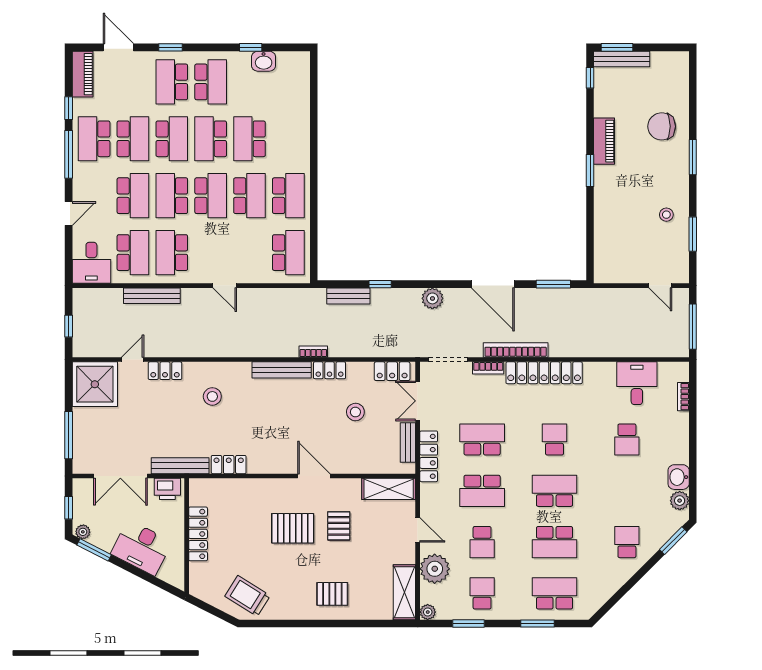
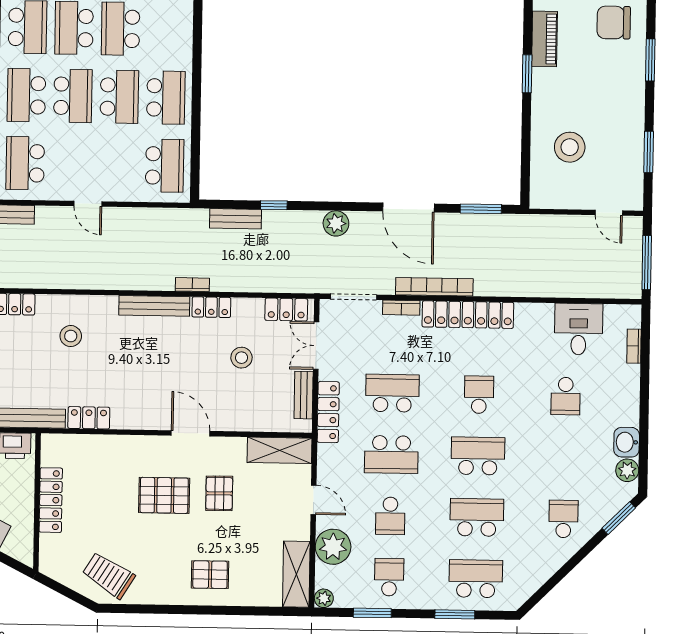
stool: (666, 215) -> (570, 147), moved, width x1.89, depth x1.89
school desk: (555, 542) -> (477, 517), turned 180

